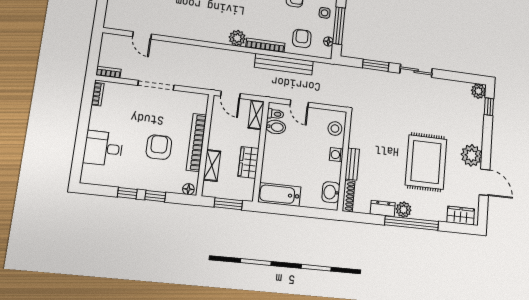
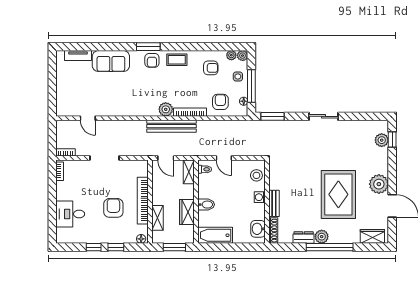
bench: (284, 64) -> (171, 126), moved
window: (376, 65) -> (273, 116), moved
plant: (478, 91) -> (382, 140), moved
bidet: (276, 127) -> (206, 205), moved

